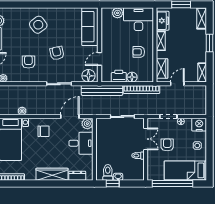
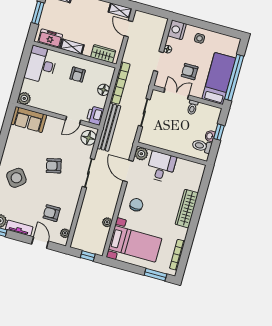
plant: (117, 13) -> (24, 98), moved
sofa: (90, 27) -> (29, 119), width x0.73
door: (100, 59) -> (73, 120), hinge flipped
armchair: (28, 62) -> (52, 213), moved
printer: (119, 76) -> (95, 116), moved
door: (177, 84) -> (128, 29), moved
bed: (185, 170) -> (219, 79), moved, turned 180
dresser: (77, 176) -> (196, 181), removed
window: (113, 184) -> (219, 132), moved

